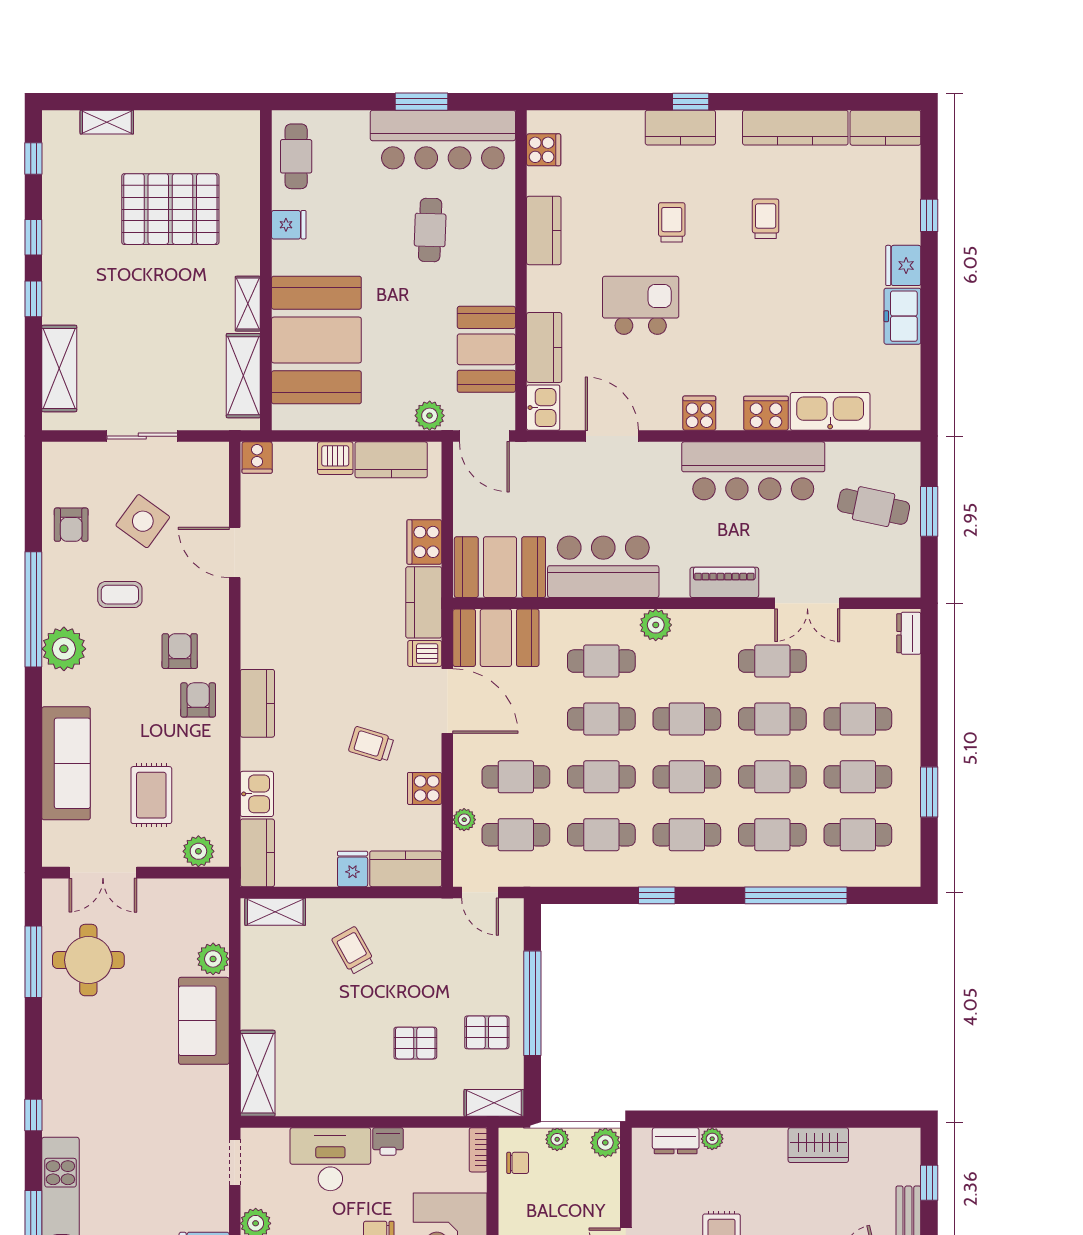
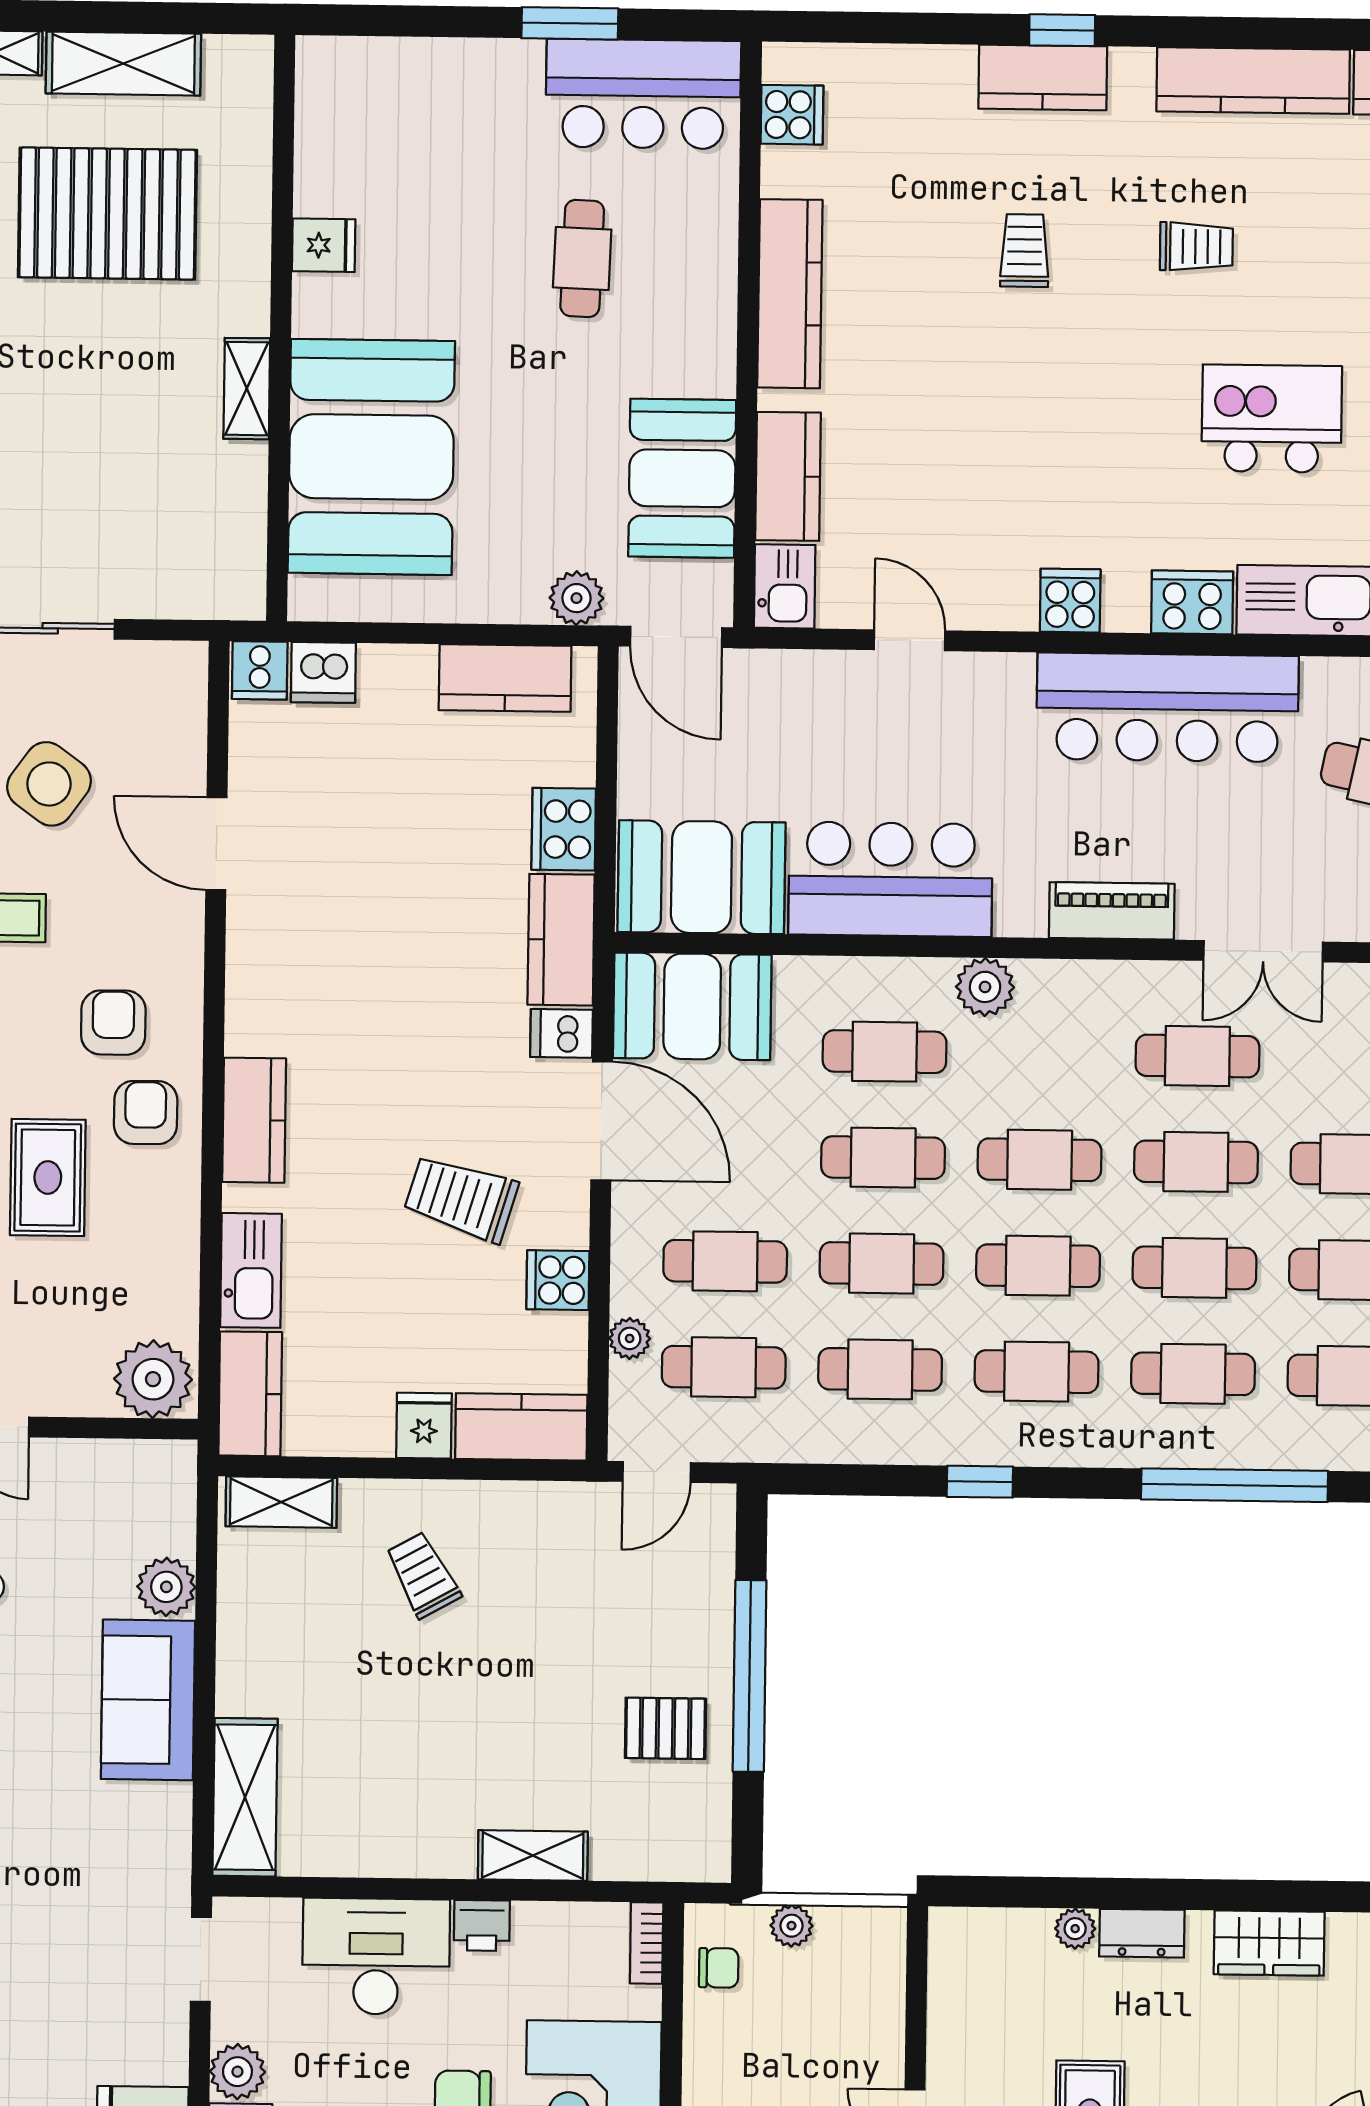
bar counter: (443, 140) -> (643, 94), width x0.73
cafe table: (296, 156) -> (339, 120), removed
trolley: (766, 219) -> (1196, 246), turned 90
kitchen counter: (544, 230) -> (790, 294), width x1.50
kitchen island: (641, 305) -> (1272, 419), moved
shelving: (243, 376) -> (123, 64), moved, turned 90
door: (612, 436) -> (910, 640), width x0.73
dishwasher: (335, 458) -> (323, 672), moved
trolley: (371, 744) -> (461, 1198), width x1.36, depth x1.39
kitchen sink: (257, 794) -> (251, 1270), width x1.38
rug: (151, 795) -> (48, 1178), moved
plant: (198, 851) -> (153, 1379), width x1.36, depth x1.36
door: (480, 892) -> (657, 1472), hinge flipped
pallet: (415, 1043) -> (534, 1746), removed
shelving: (494, 1103) -> (533, 1855), moved
dresser: (676, 1141) -> (1142, 1933), moved
plant: (605, 1143) -> (880, 1933), removed

